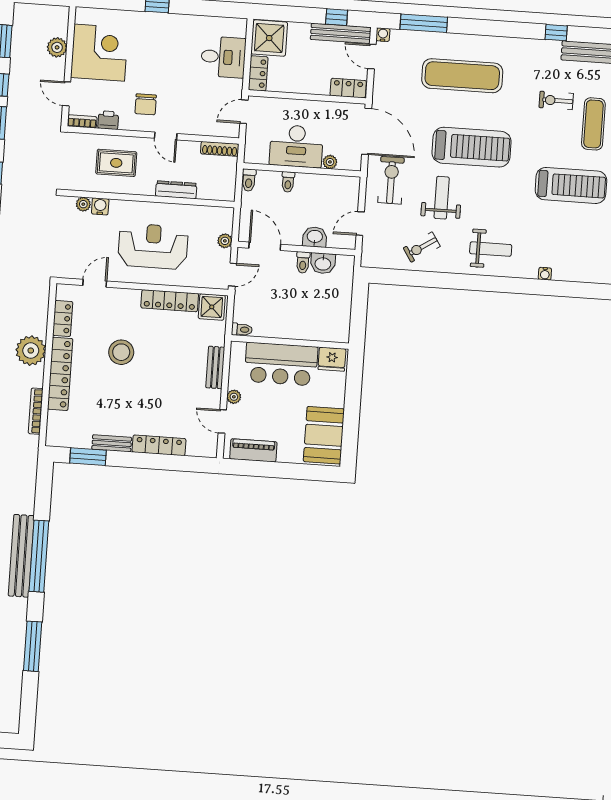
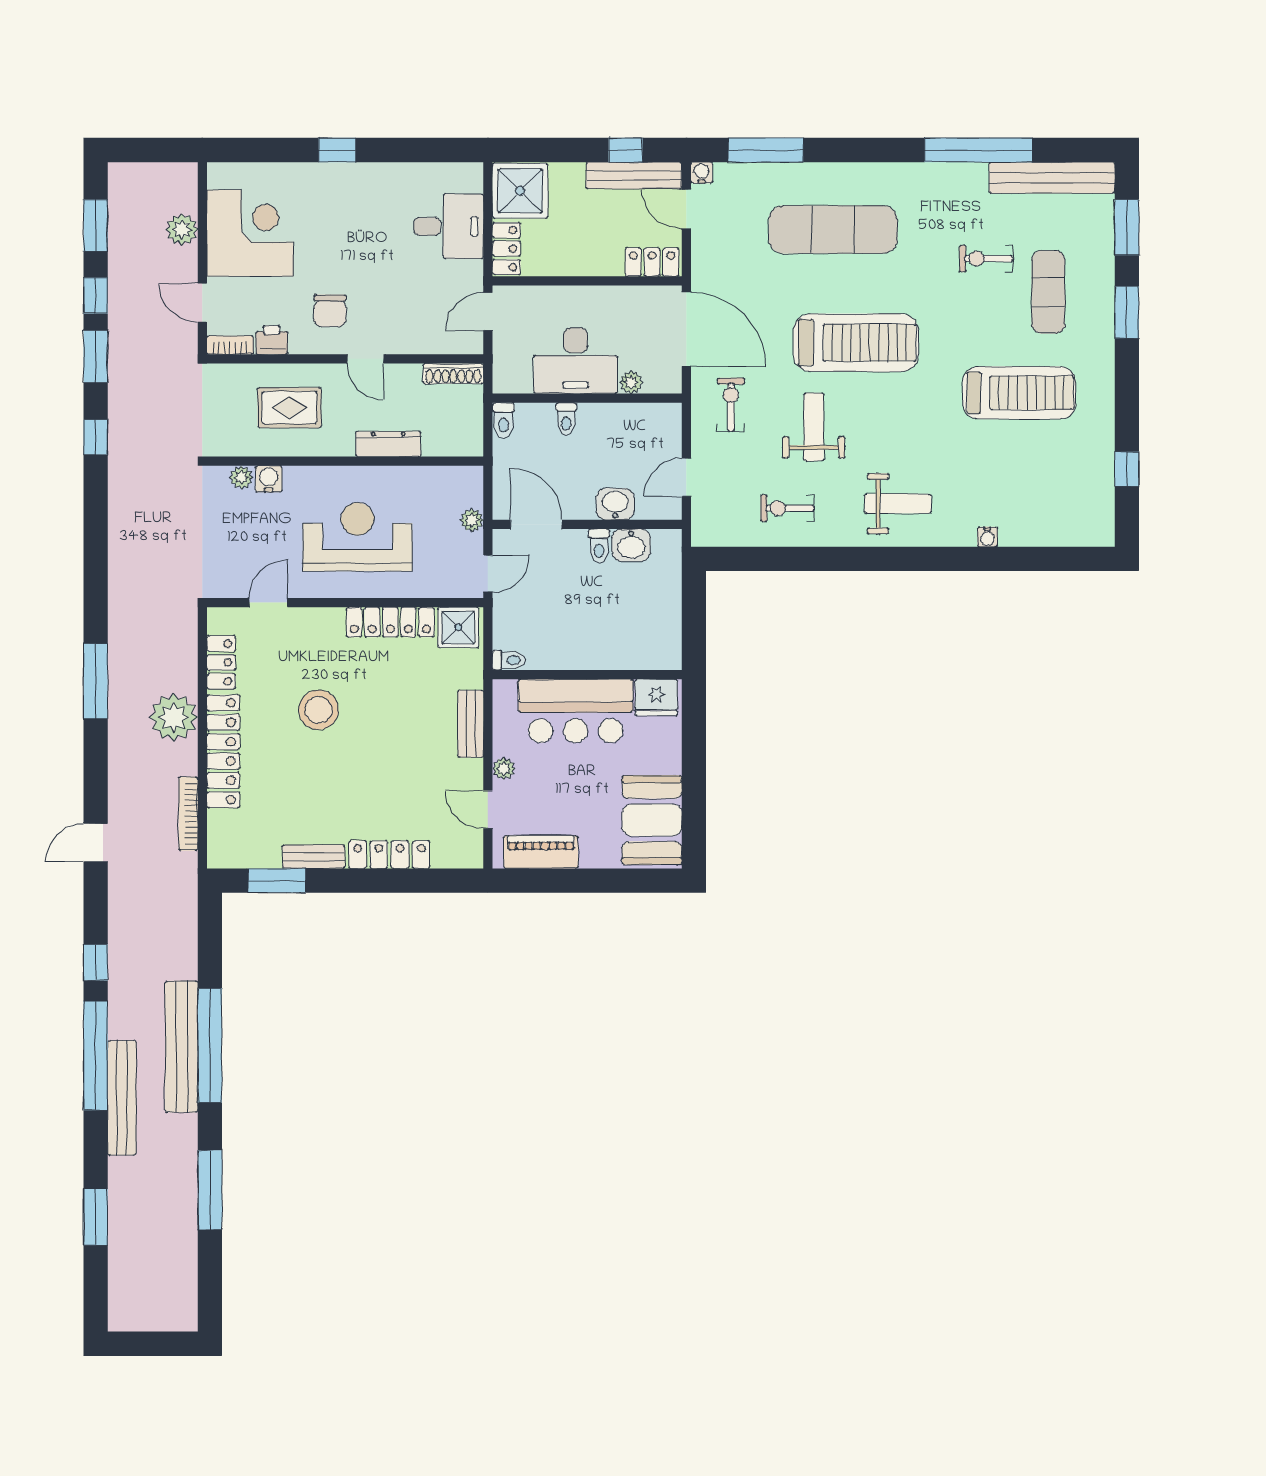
window: (556, 33) -> (978, 150), width x3.17
exercise bike: (391, 180) -> (731, 405), width x0.73, depth x0.72
exercise bike: (422, 247) -> (787, 508), turned 33

